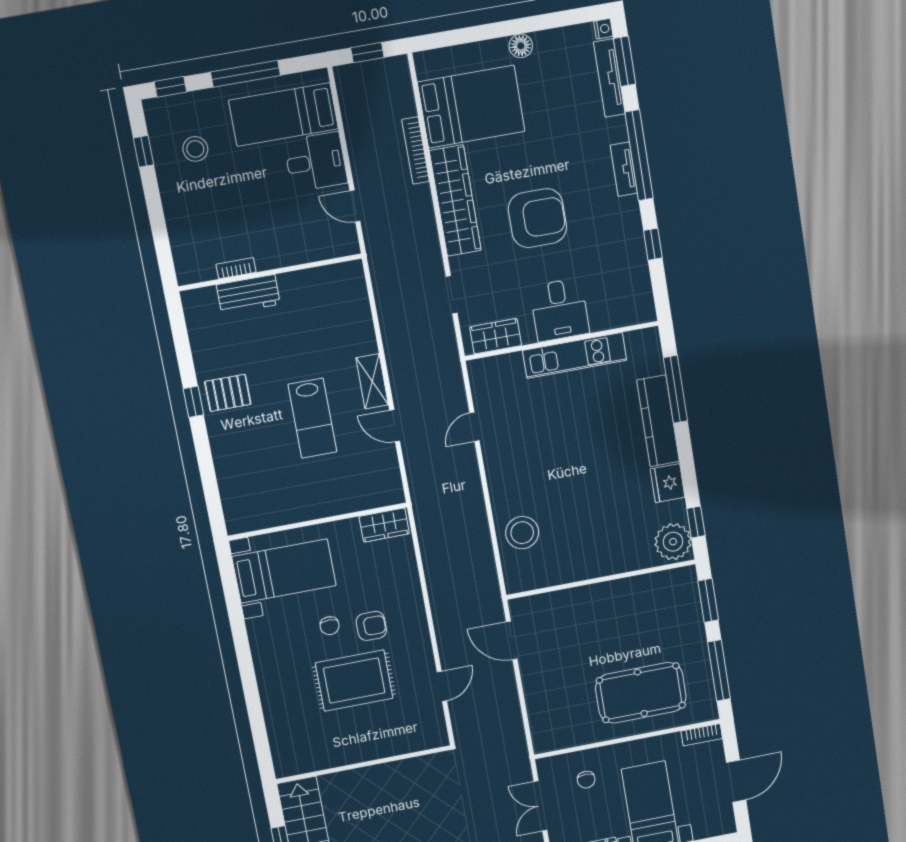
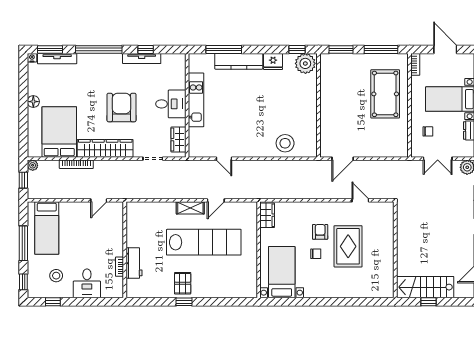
plant: (399, 66) -> (33, 165), added
desk: (316, 162) -> (87, 283), moved, turned 180
tv unit: (624, 169) -> (142, 59), moved, width x1.41
lab bench: (312, 418) -> (204, 242), width x1.86, depth x1.39

